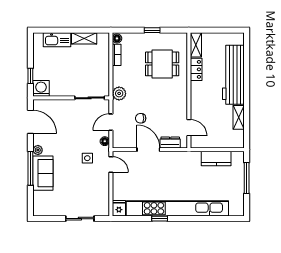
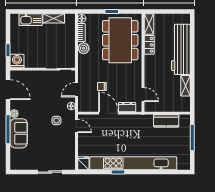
dining table: (162, 64) -> (120, 40), width x1.88, depth x1.24
plant: (119, 93) -> (84, 48), moved

